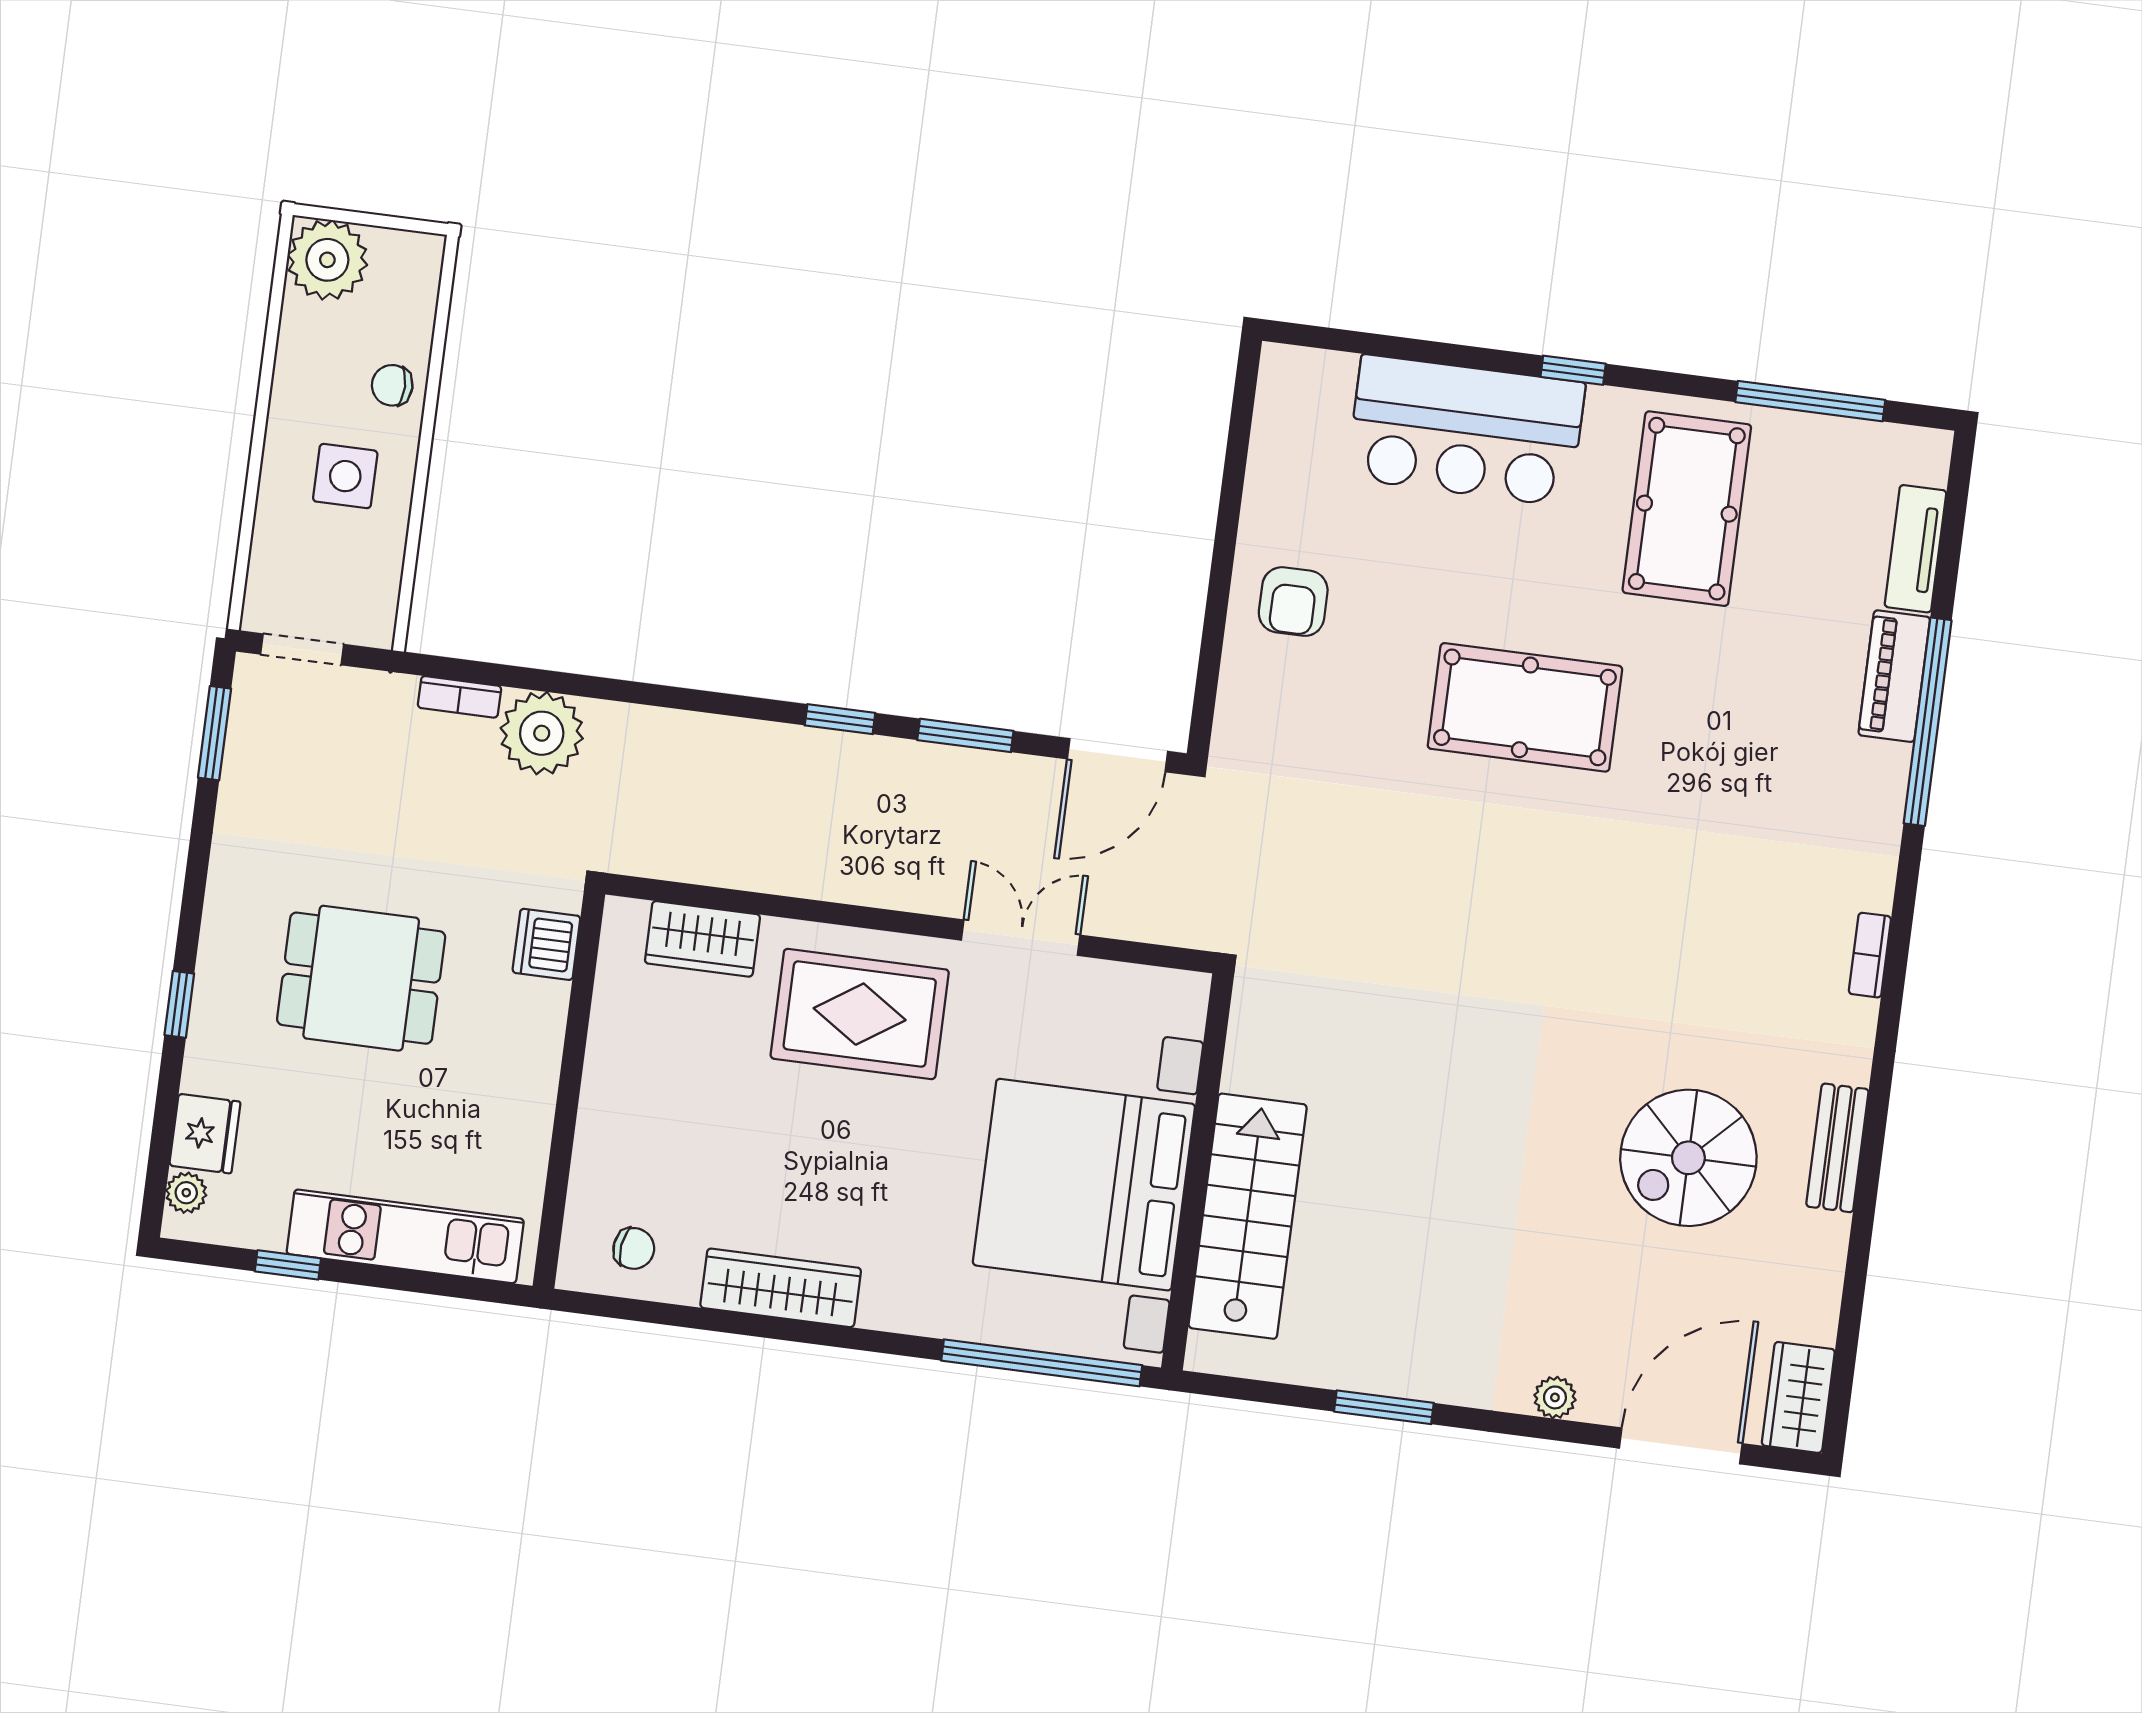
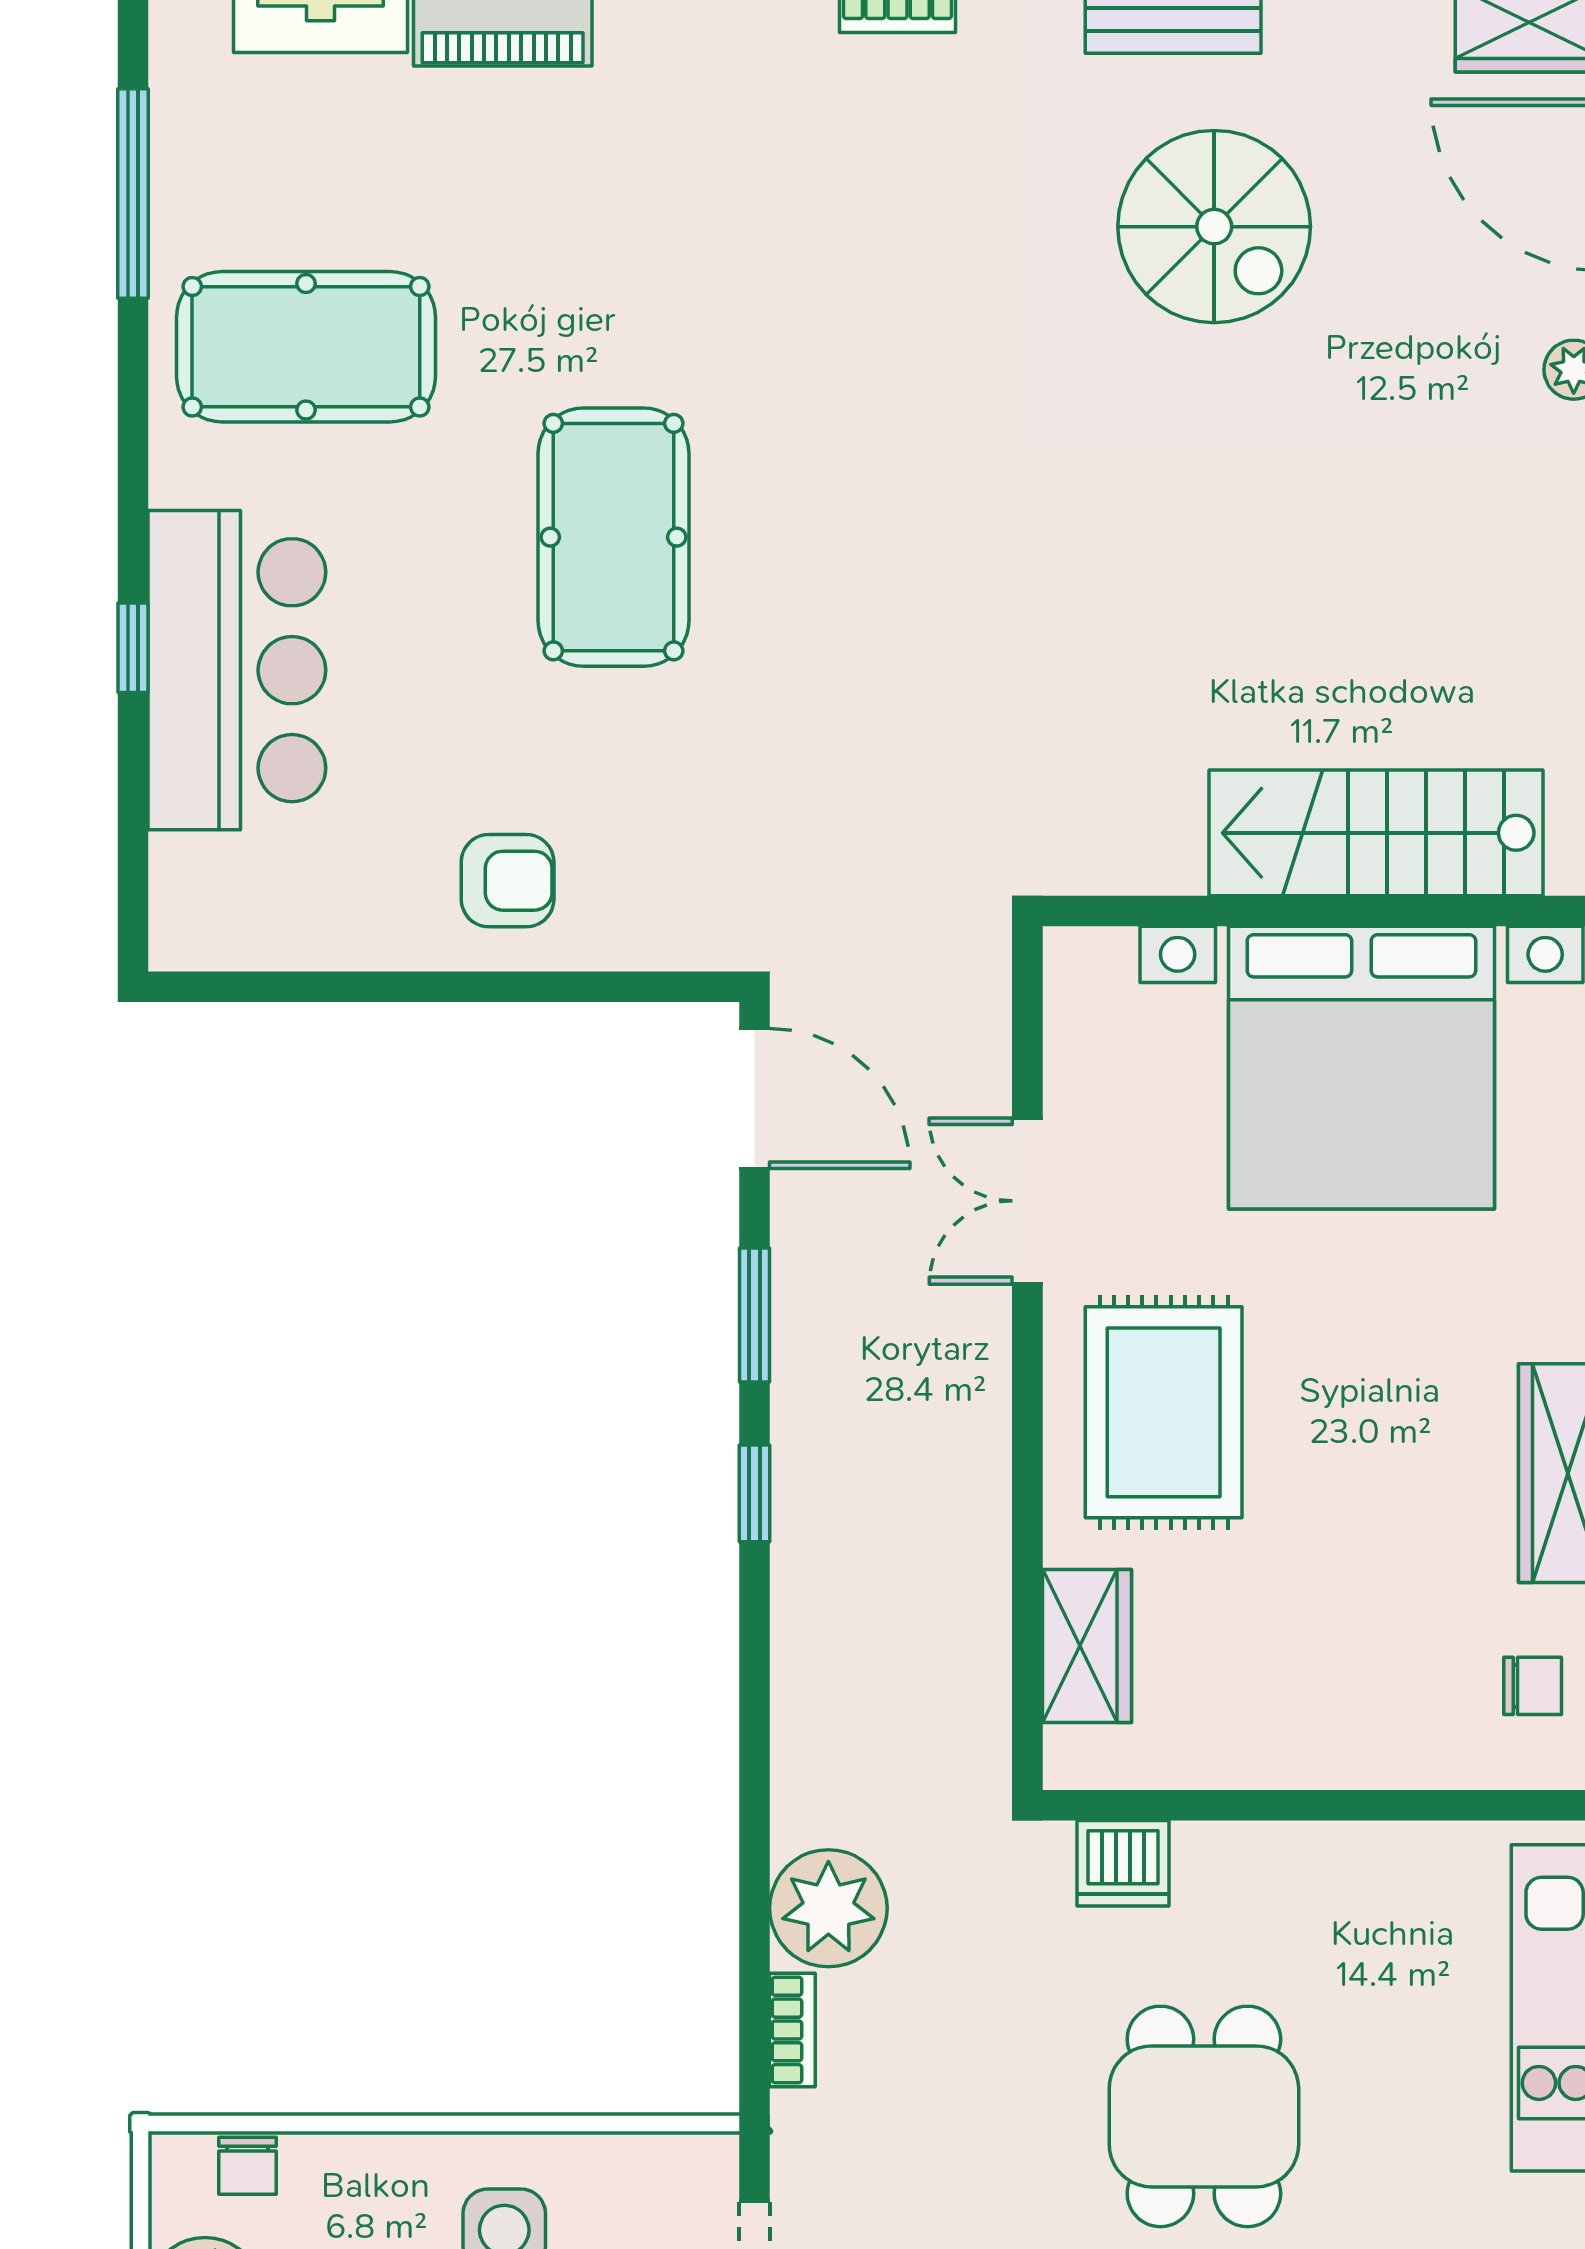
window: (1573, 370) -> (133, 648), moved
chair: (392, 385) -> (247, 2166), moved
chair: (634, 1248) -> (1533, 1686), turned 83

